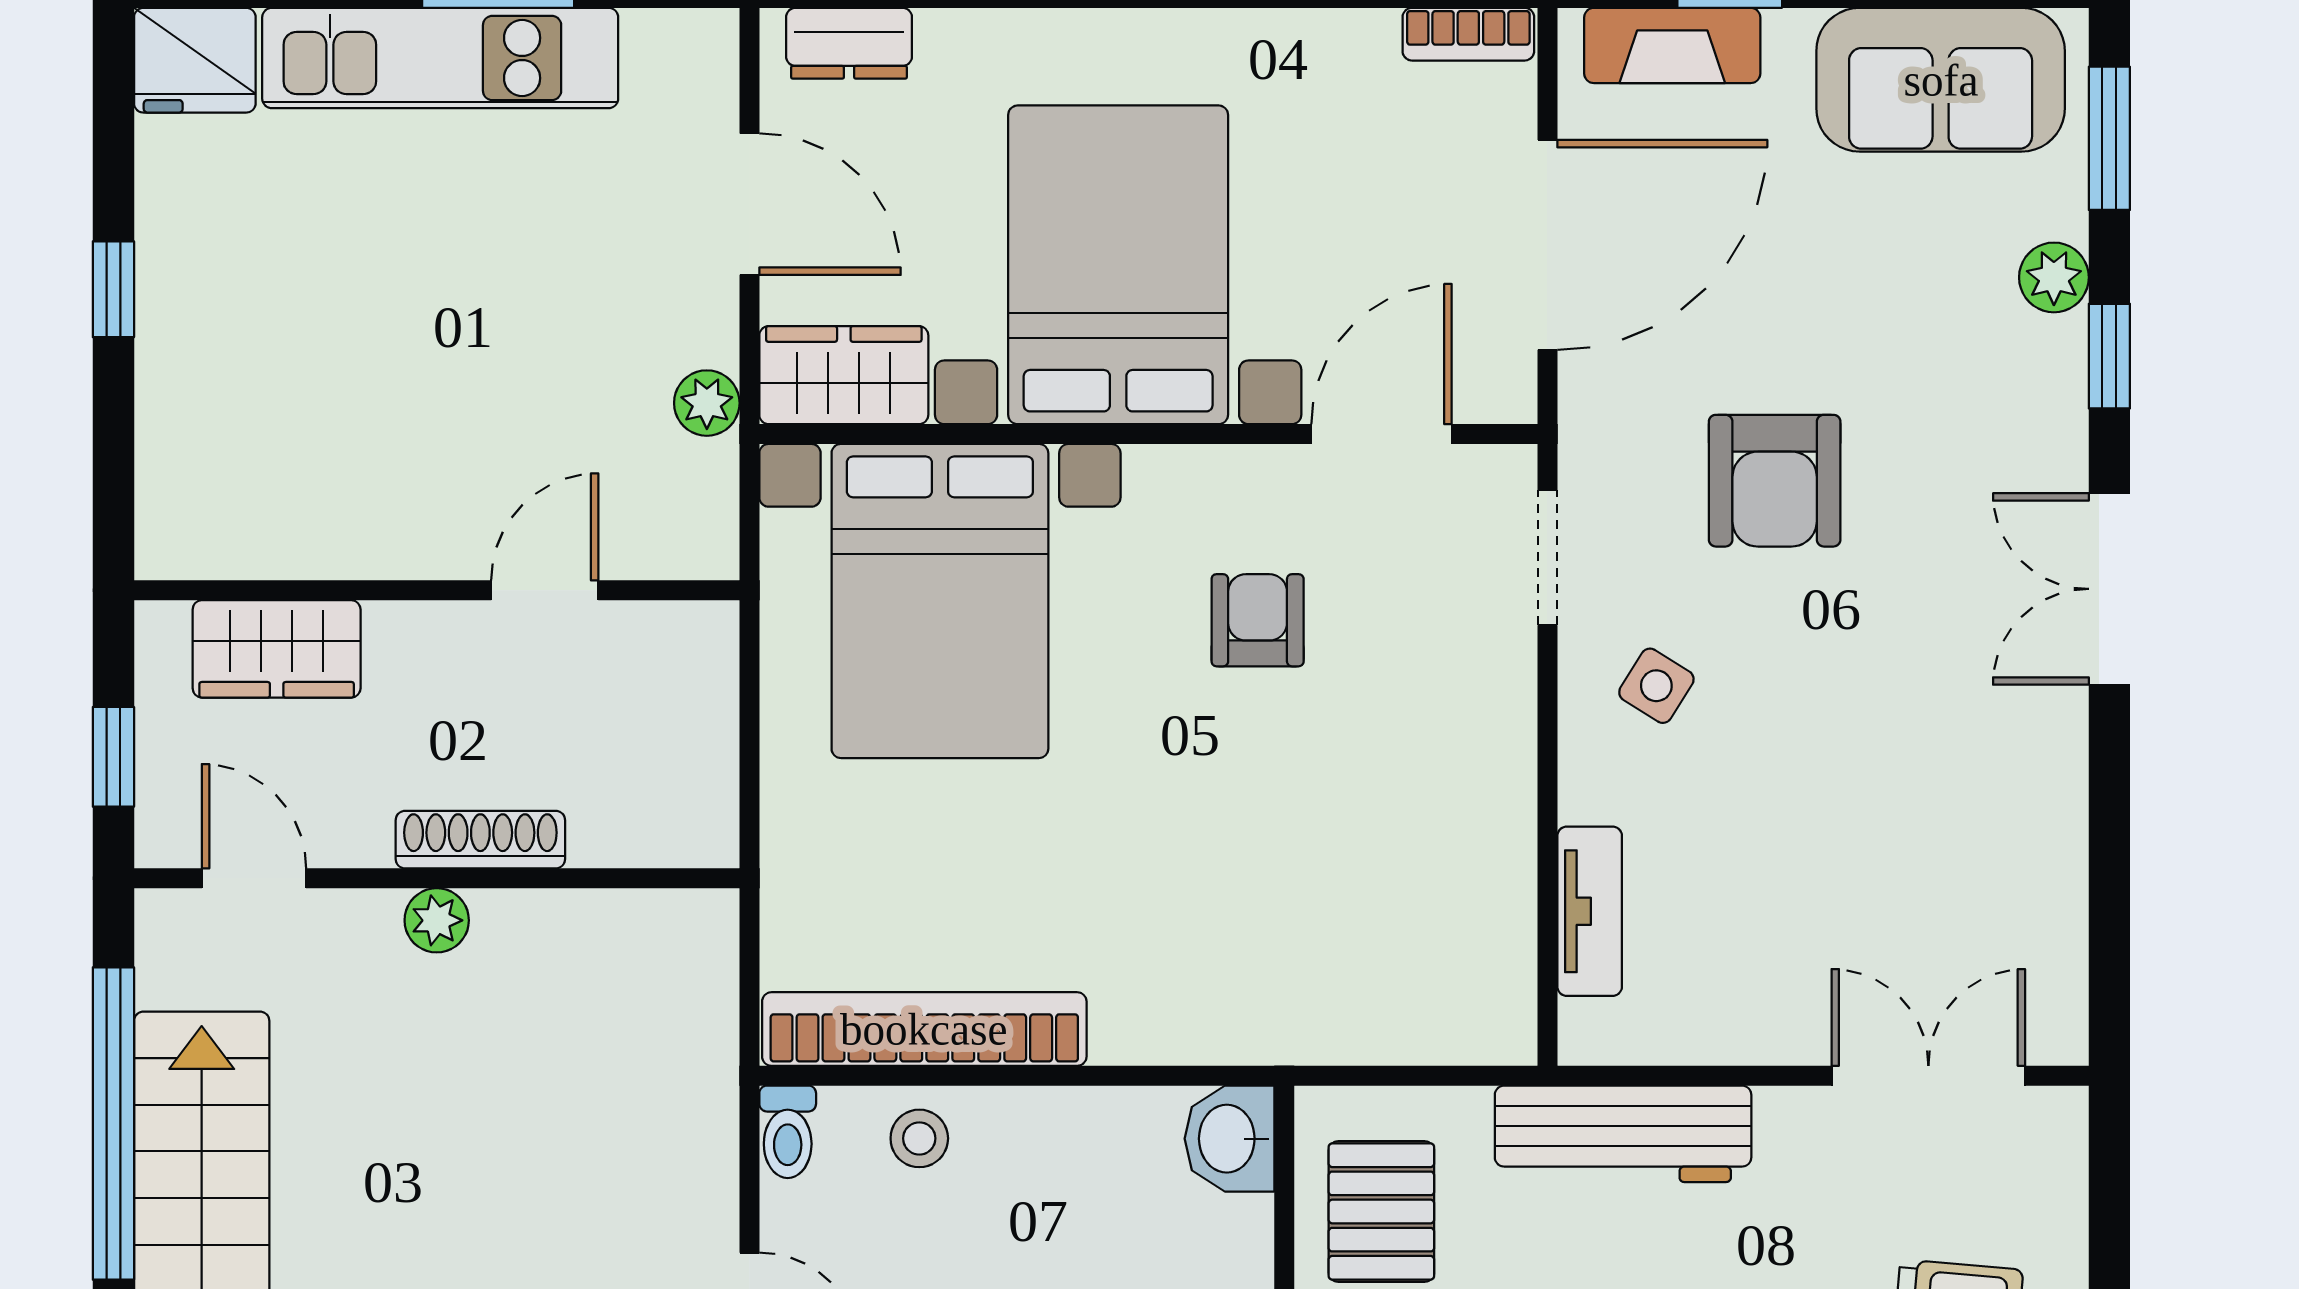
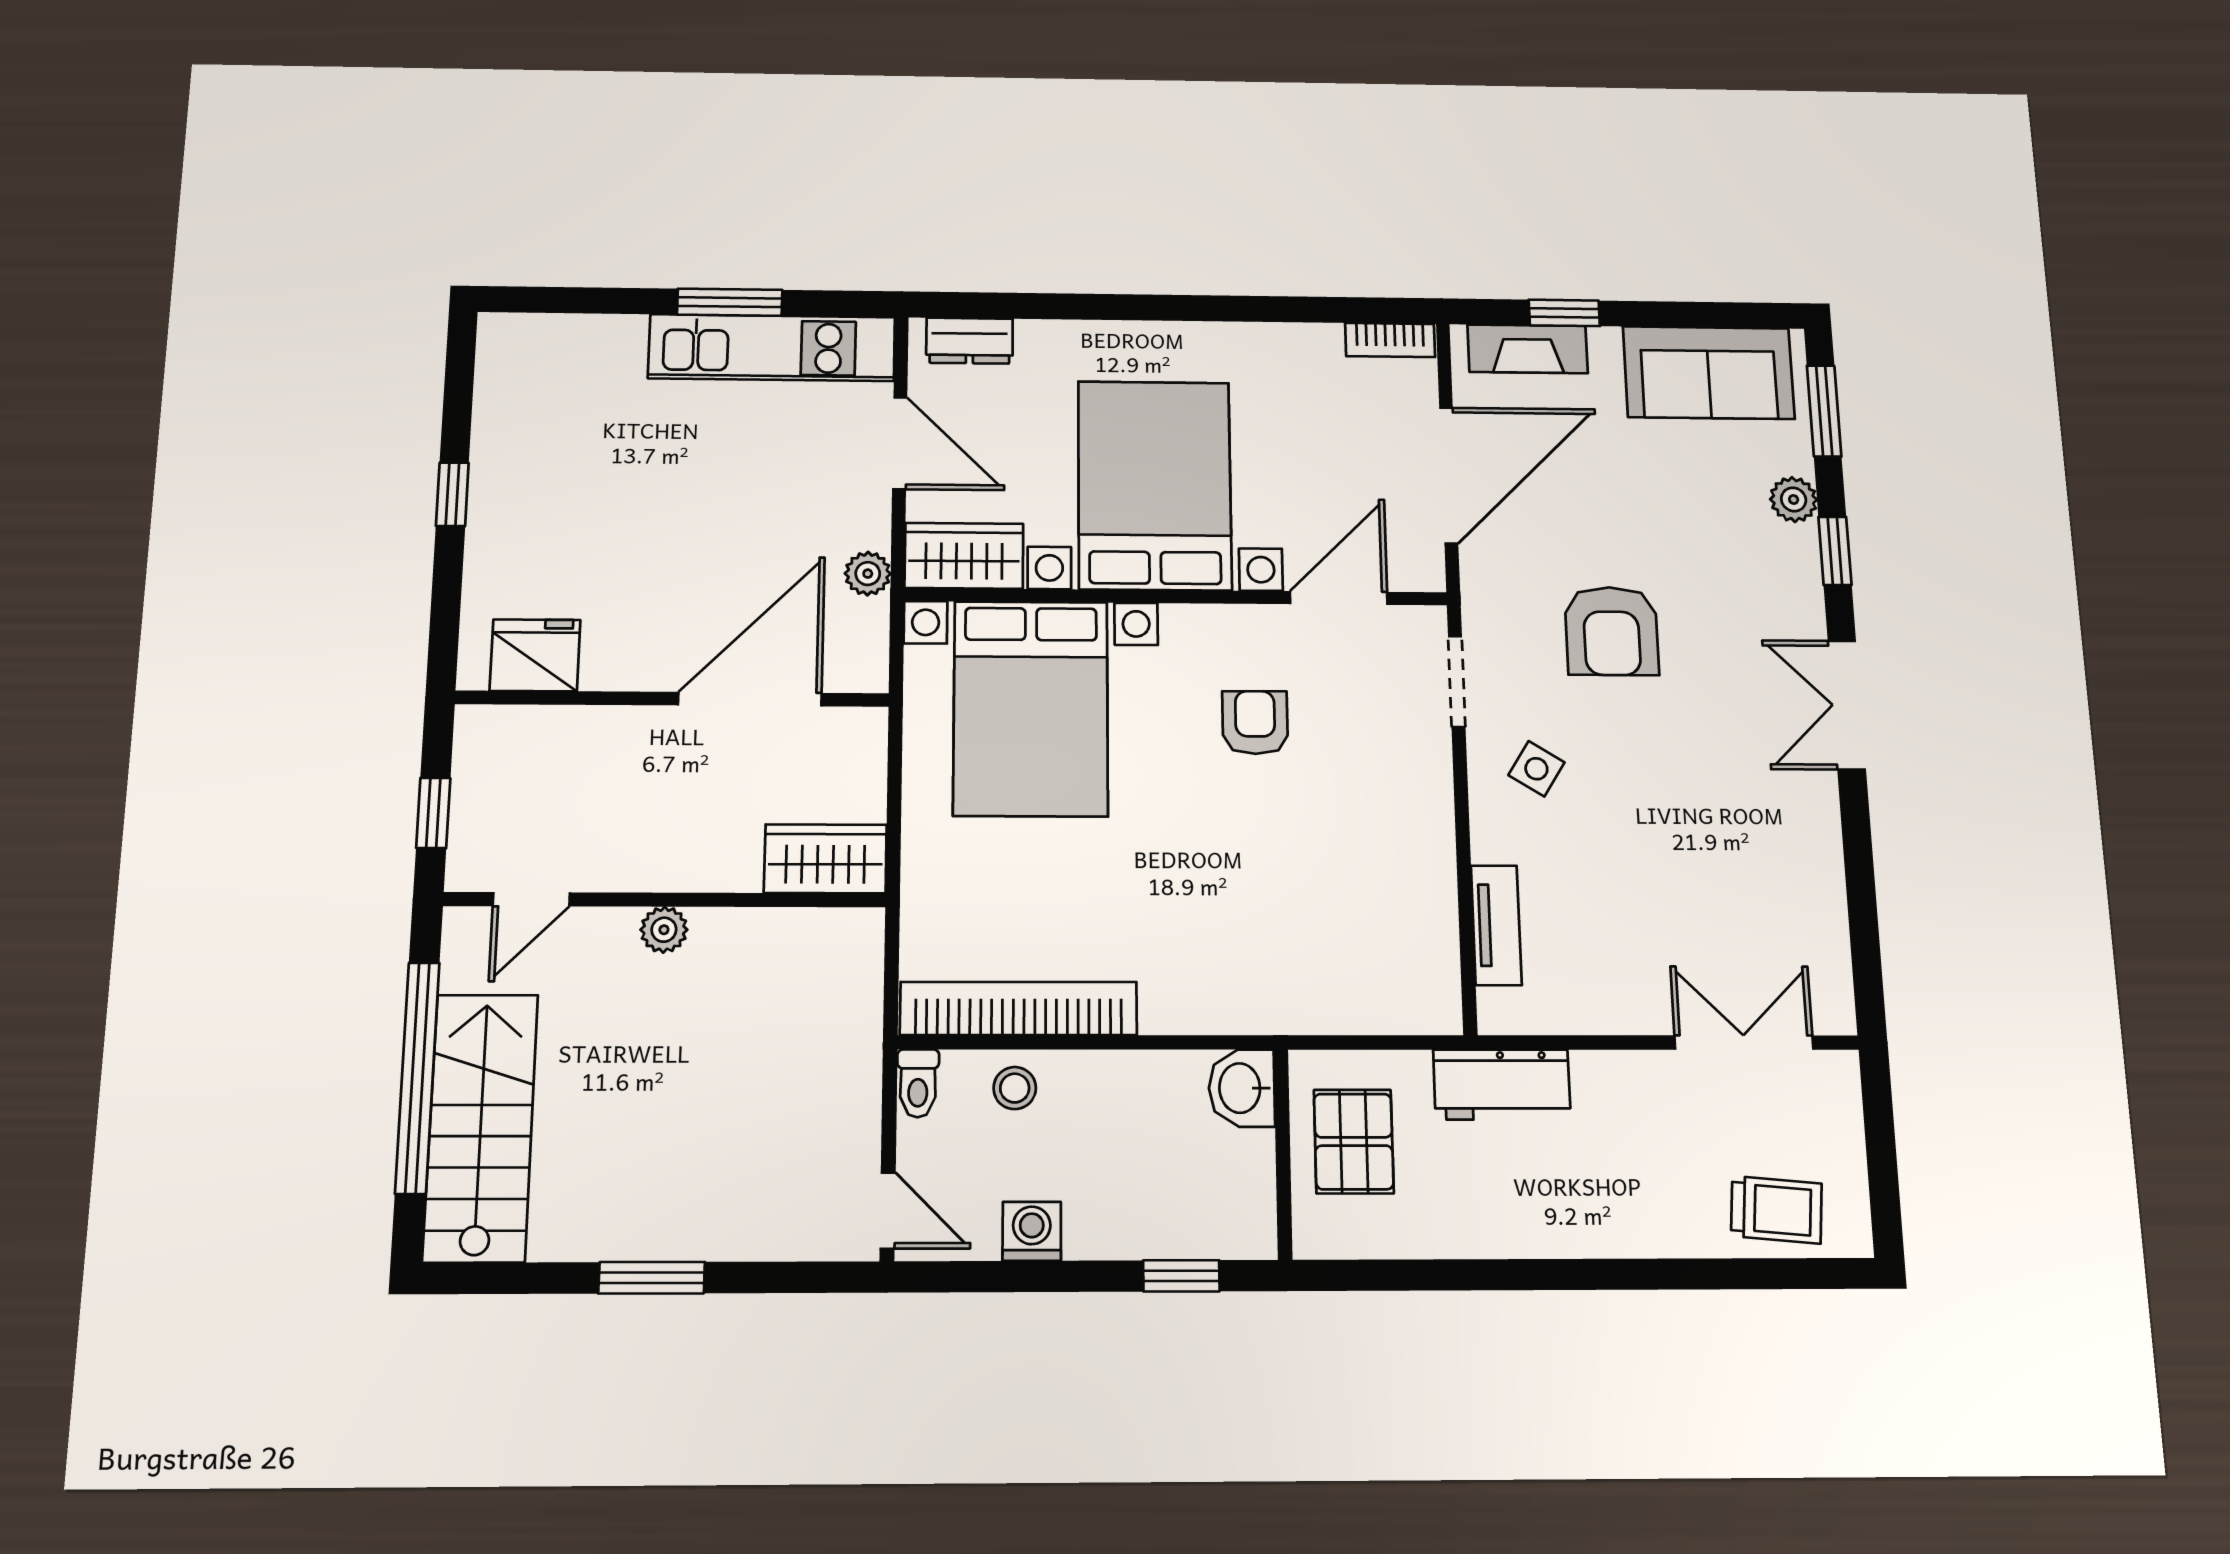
kitchen unit: (440, 58) -> (772, 348), moved
fridge: (195, 60) -> (535, 655), moved, turned 180
door: (545, 590) -> (750, 699), width x1.88
wardrobe: (277, 649) -> (825, 859), moved, turned 180
shoe rack: (480, 840) -> (698, 872), removed
door: (254, 878) -> (531, 899), swing flipped
workbench: (1623, 1134) -> (1502, 1085), width x0.73

